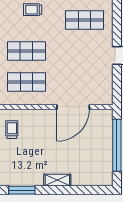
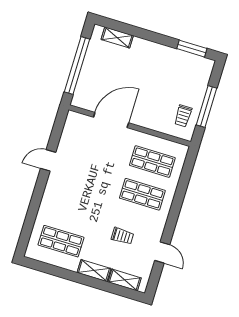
shop shelf: (85, 20) -> (71, 208), removed
shelving: (57, 180) -> (117, 38), moved

